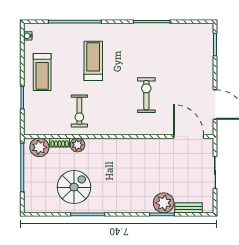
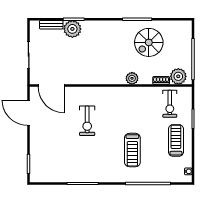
exercise bike: (79, 111) -> (170, 104), moved, turned 180
plant: (77, 145) -> (132, 78), moved

